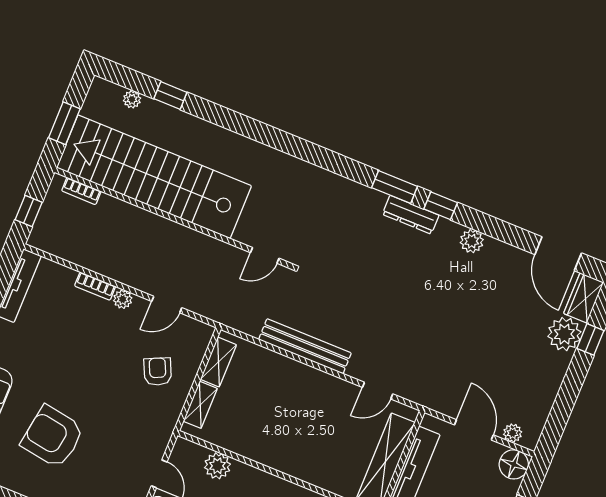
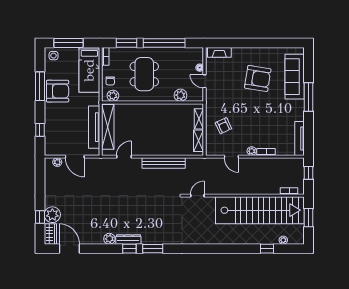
dresser: (411, 215) -> (128, 239), moved
door: (167, 305) -> (231, 157), swing flipped
floor lamp: (514, 464) -> (51, 149), removed

